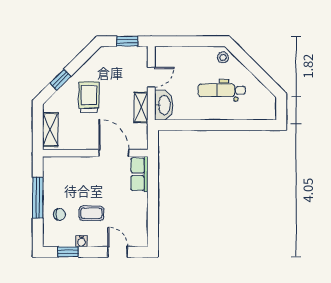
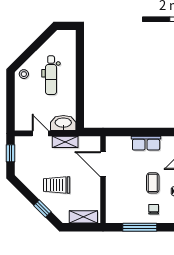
door: (114, 153) -> (103, 164), hinge flipped
row of seats: (139, 174) -> (146, 143), moved

